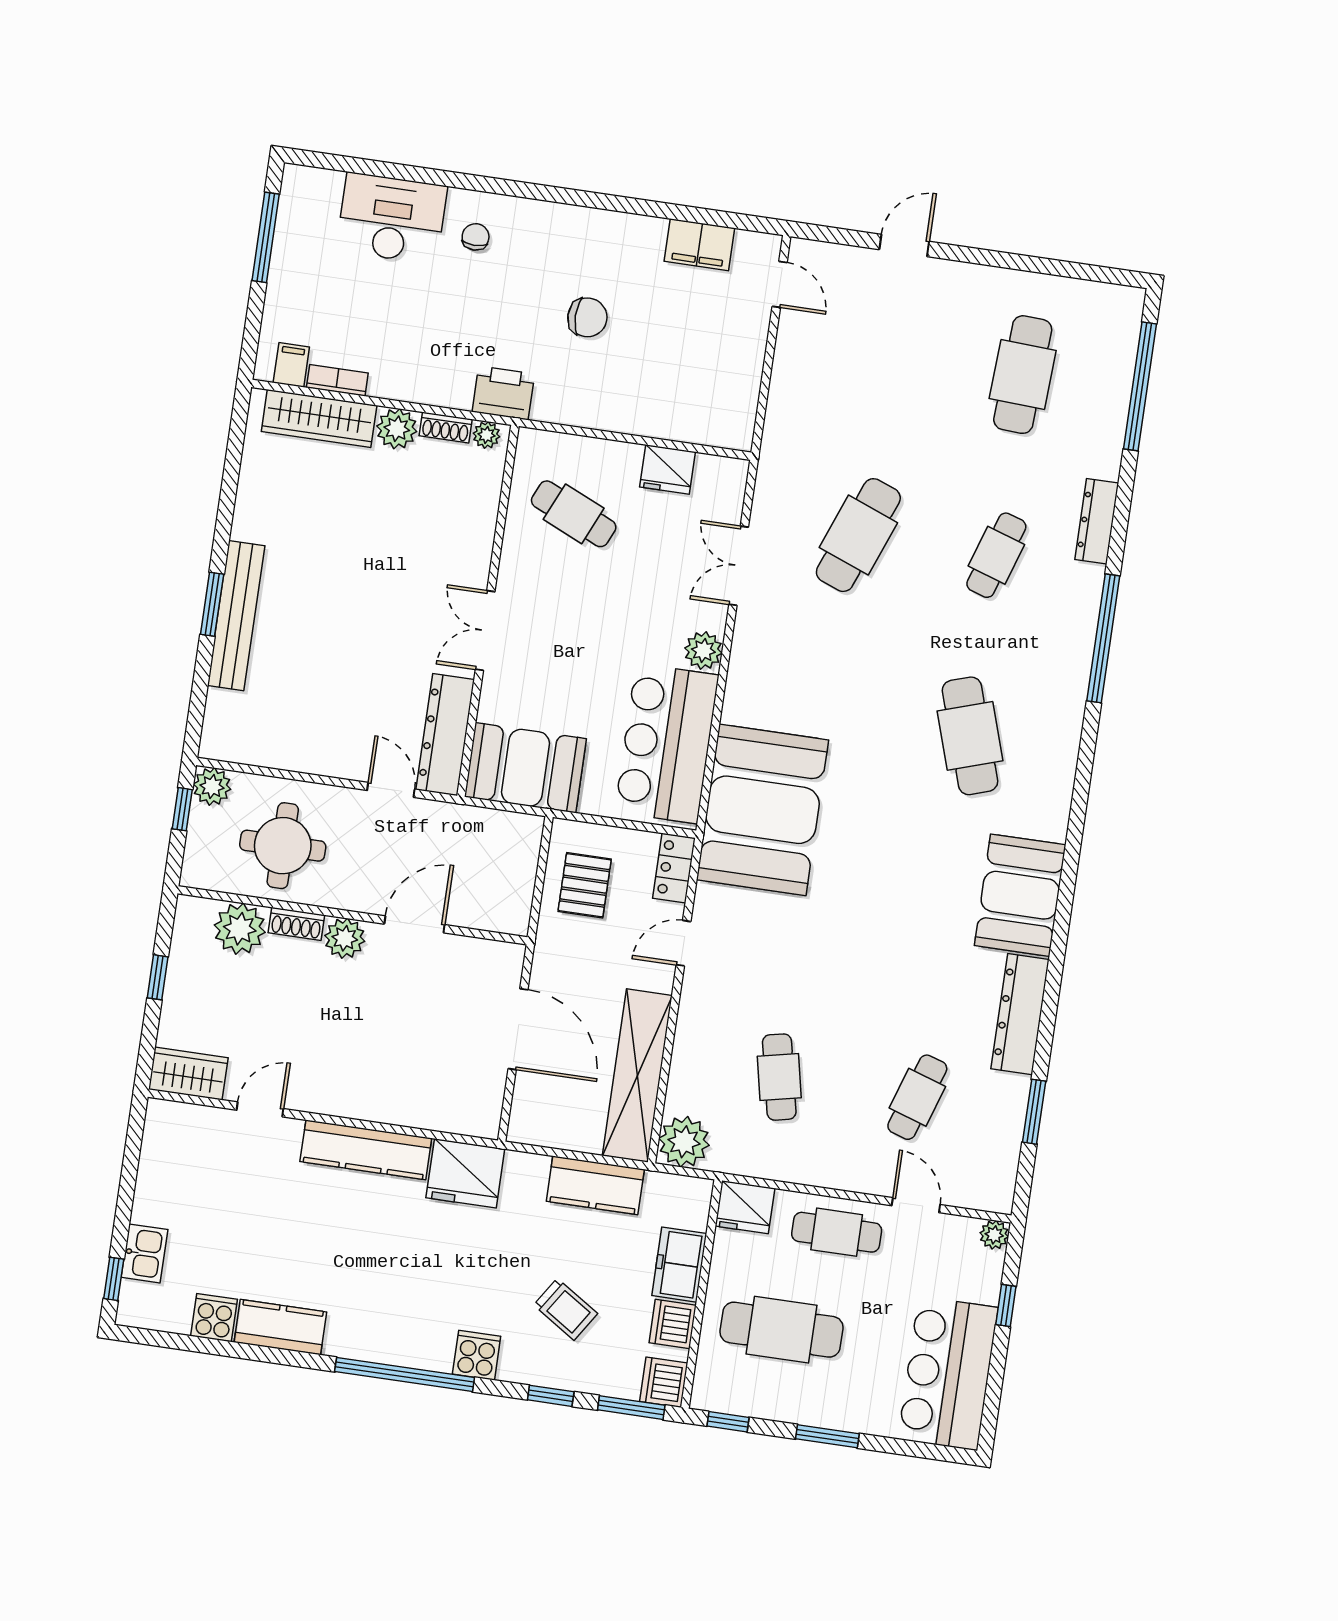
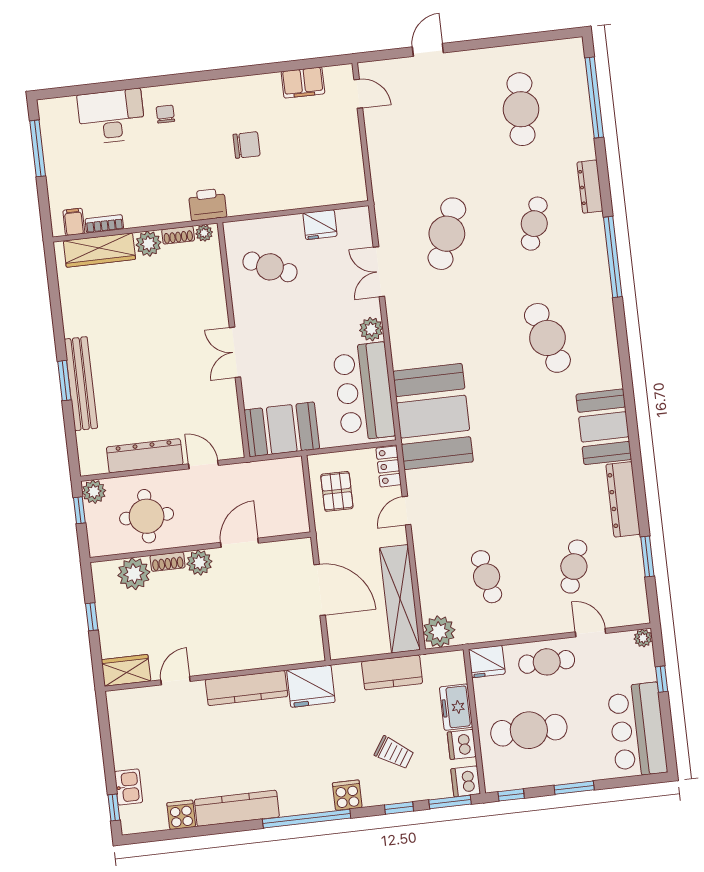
dresser: (445, 735) -> (145, 456), moved, turned 90
kitchen counter: (280, 1327) -> (237, 808), width x1.50

